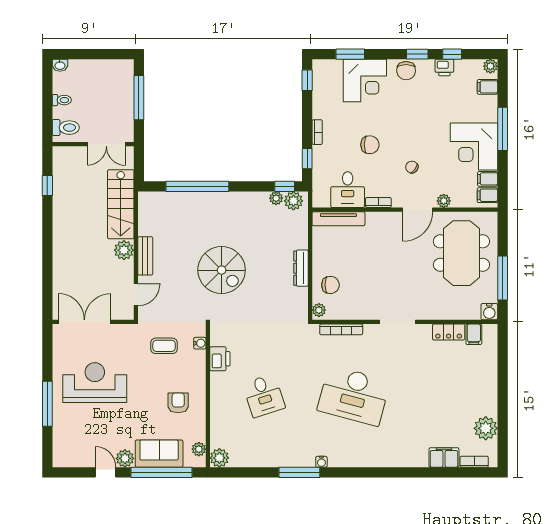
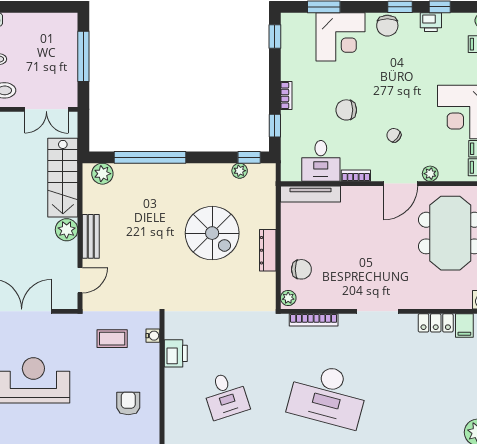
chair: (370, 145) -> (346, 110), turned 180
plant: (293, 201) -> (102, 174), moved
spiral stairs: (222, 270) -> (212, 233), moved

